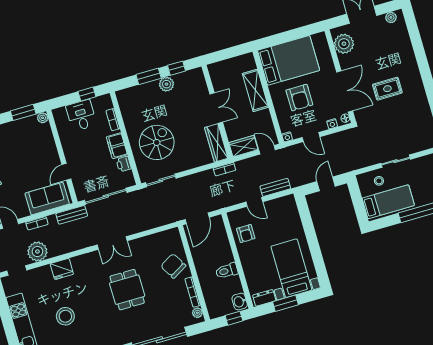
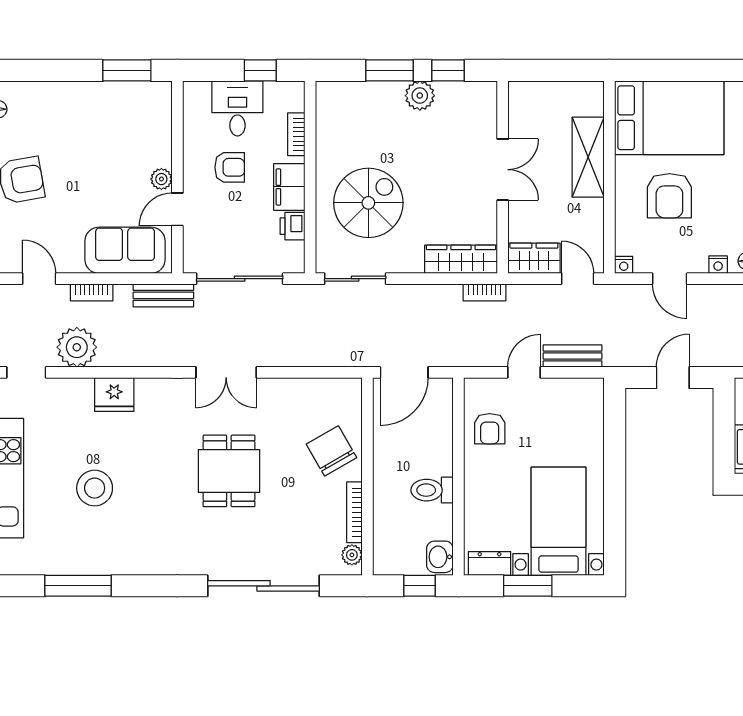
plant: (43, 118) -> (161, 179), moved
wardrobe: (216, 143) -> (461, 259), moved, turned 90
armchair: (86, 145) -> (230, 167), added
door: (254, 202) -> (524, 372), swing flipped

